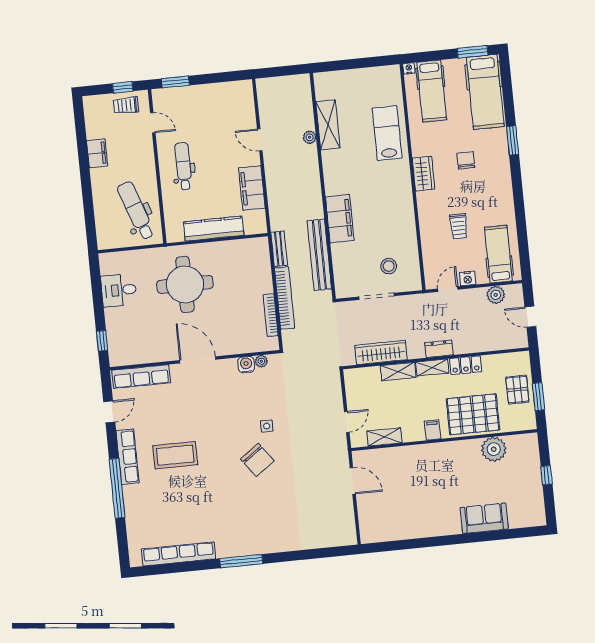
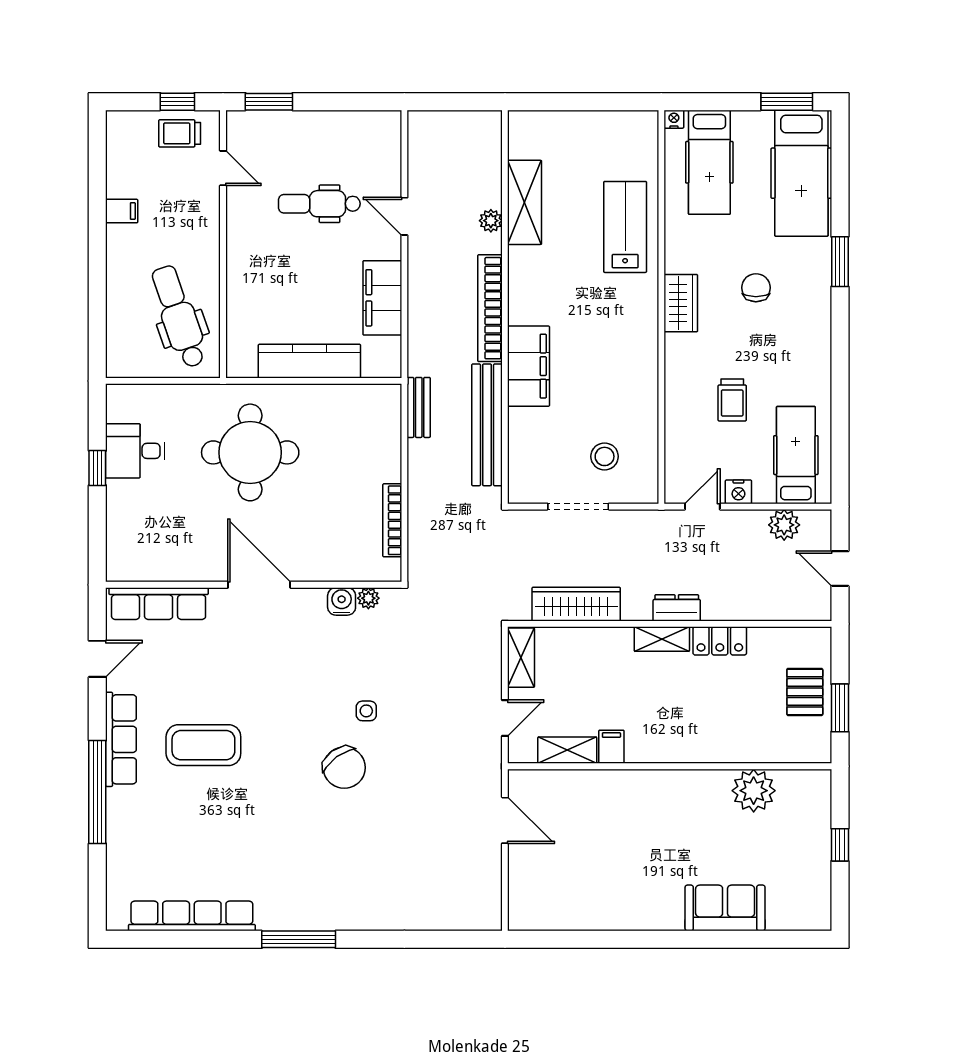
filing cabinet: (97, 153) -> (122, 211), width x0.50
dental chair: (183, 166) -> (319, 204), moved, turned -90
bookcase: (285, 298) -> (490, 308), moved, turned 180
window: (102, 341) -> (97, 468), moved
shelving: (398, 372) -> (521, 658), moved, turned 90
pallet: (473, 414) -> (724, 727), removed
filing cabinet: (433, 430) -> (611, 747), moved

